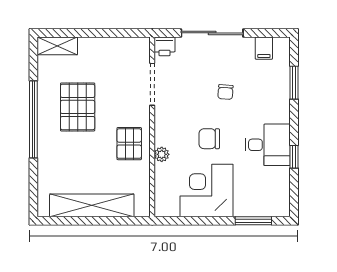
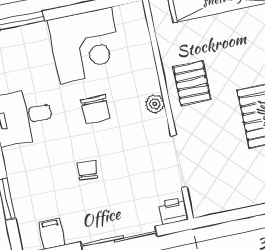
chair: (209, 139) -> (95, 109), turned 90
plant: (162, 154) -> (155, 104), moved

